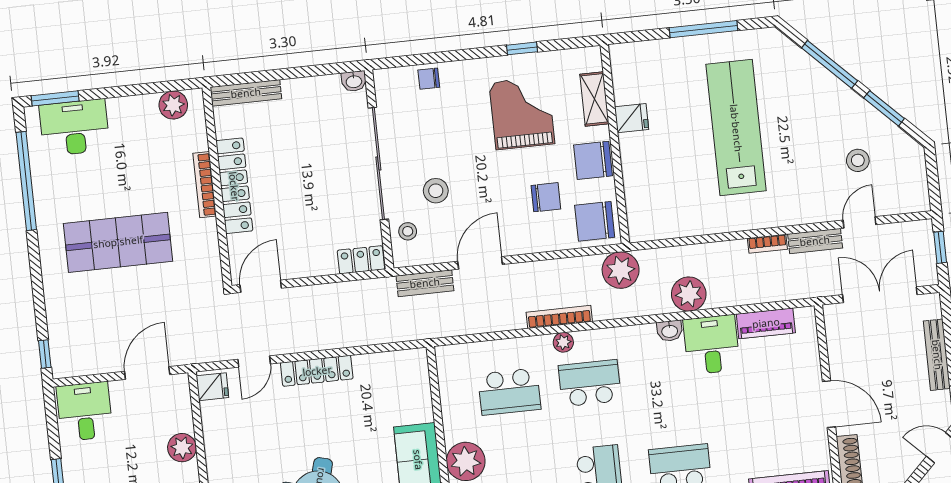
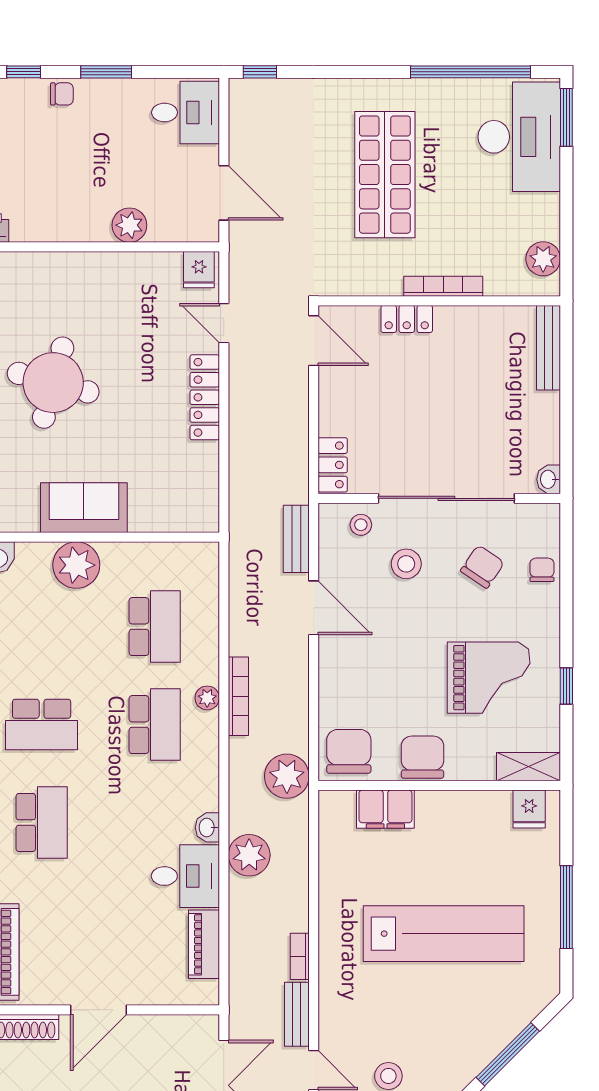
shelving: (594, 99) -> (529, 767), moved
fridge: (632, 118) -> (529, 809), moved
desk: (74, 128) -> (519, 137), width x1.36, depth x1.30
locker: (234, 186) -> (407, 319), width x0.46, depth x0.83
filing cabinet: (639, 186) -> (385, 809), added
chair: (546, 197) -> (482, 567), moved, turned -146
school desk: (509, 392) -> (155, 627), turned 180

